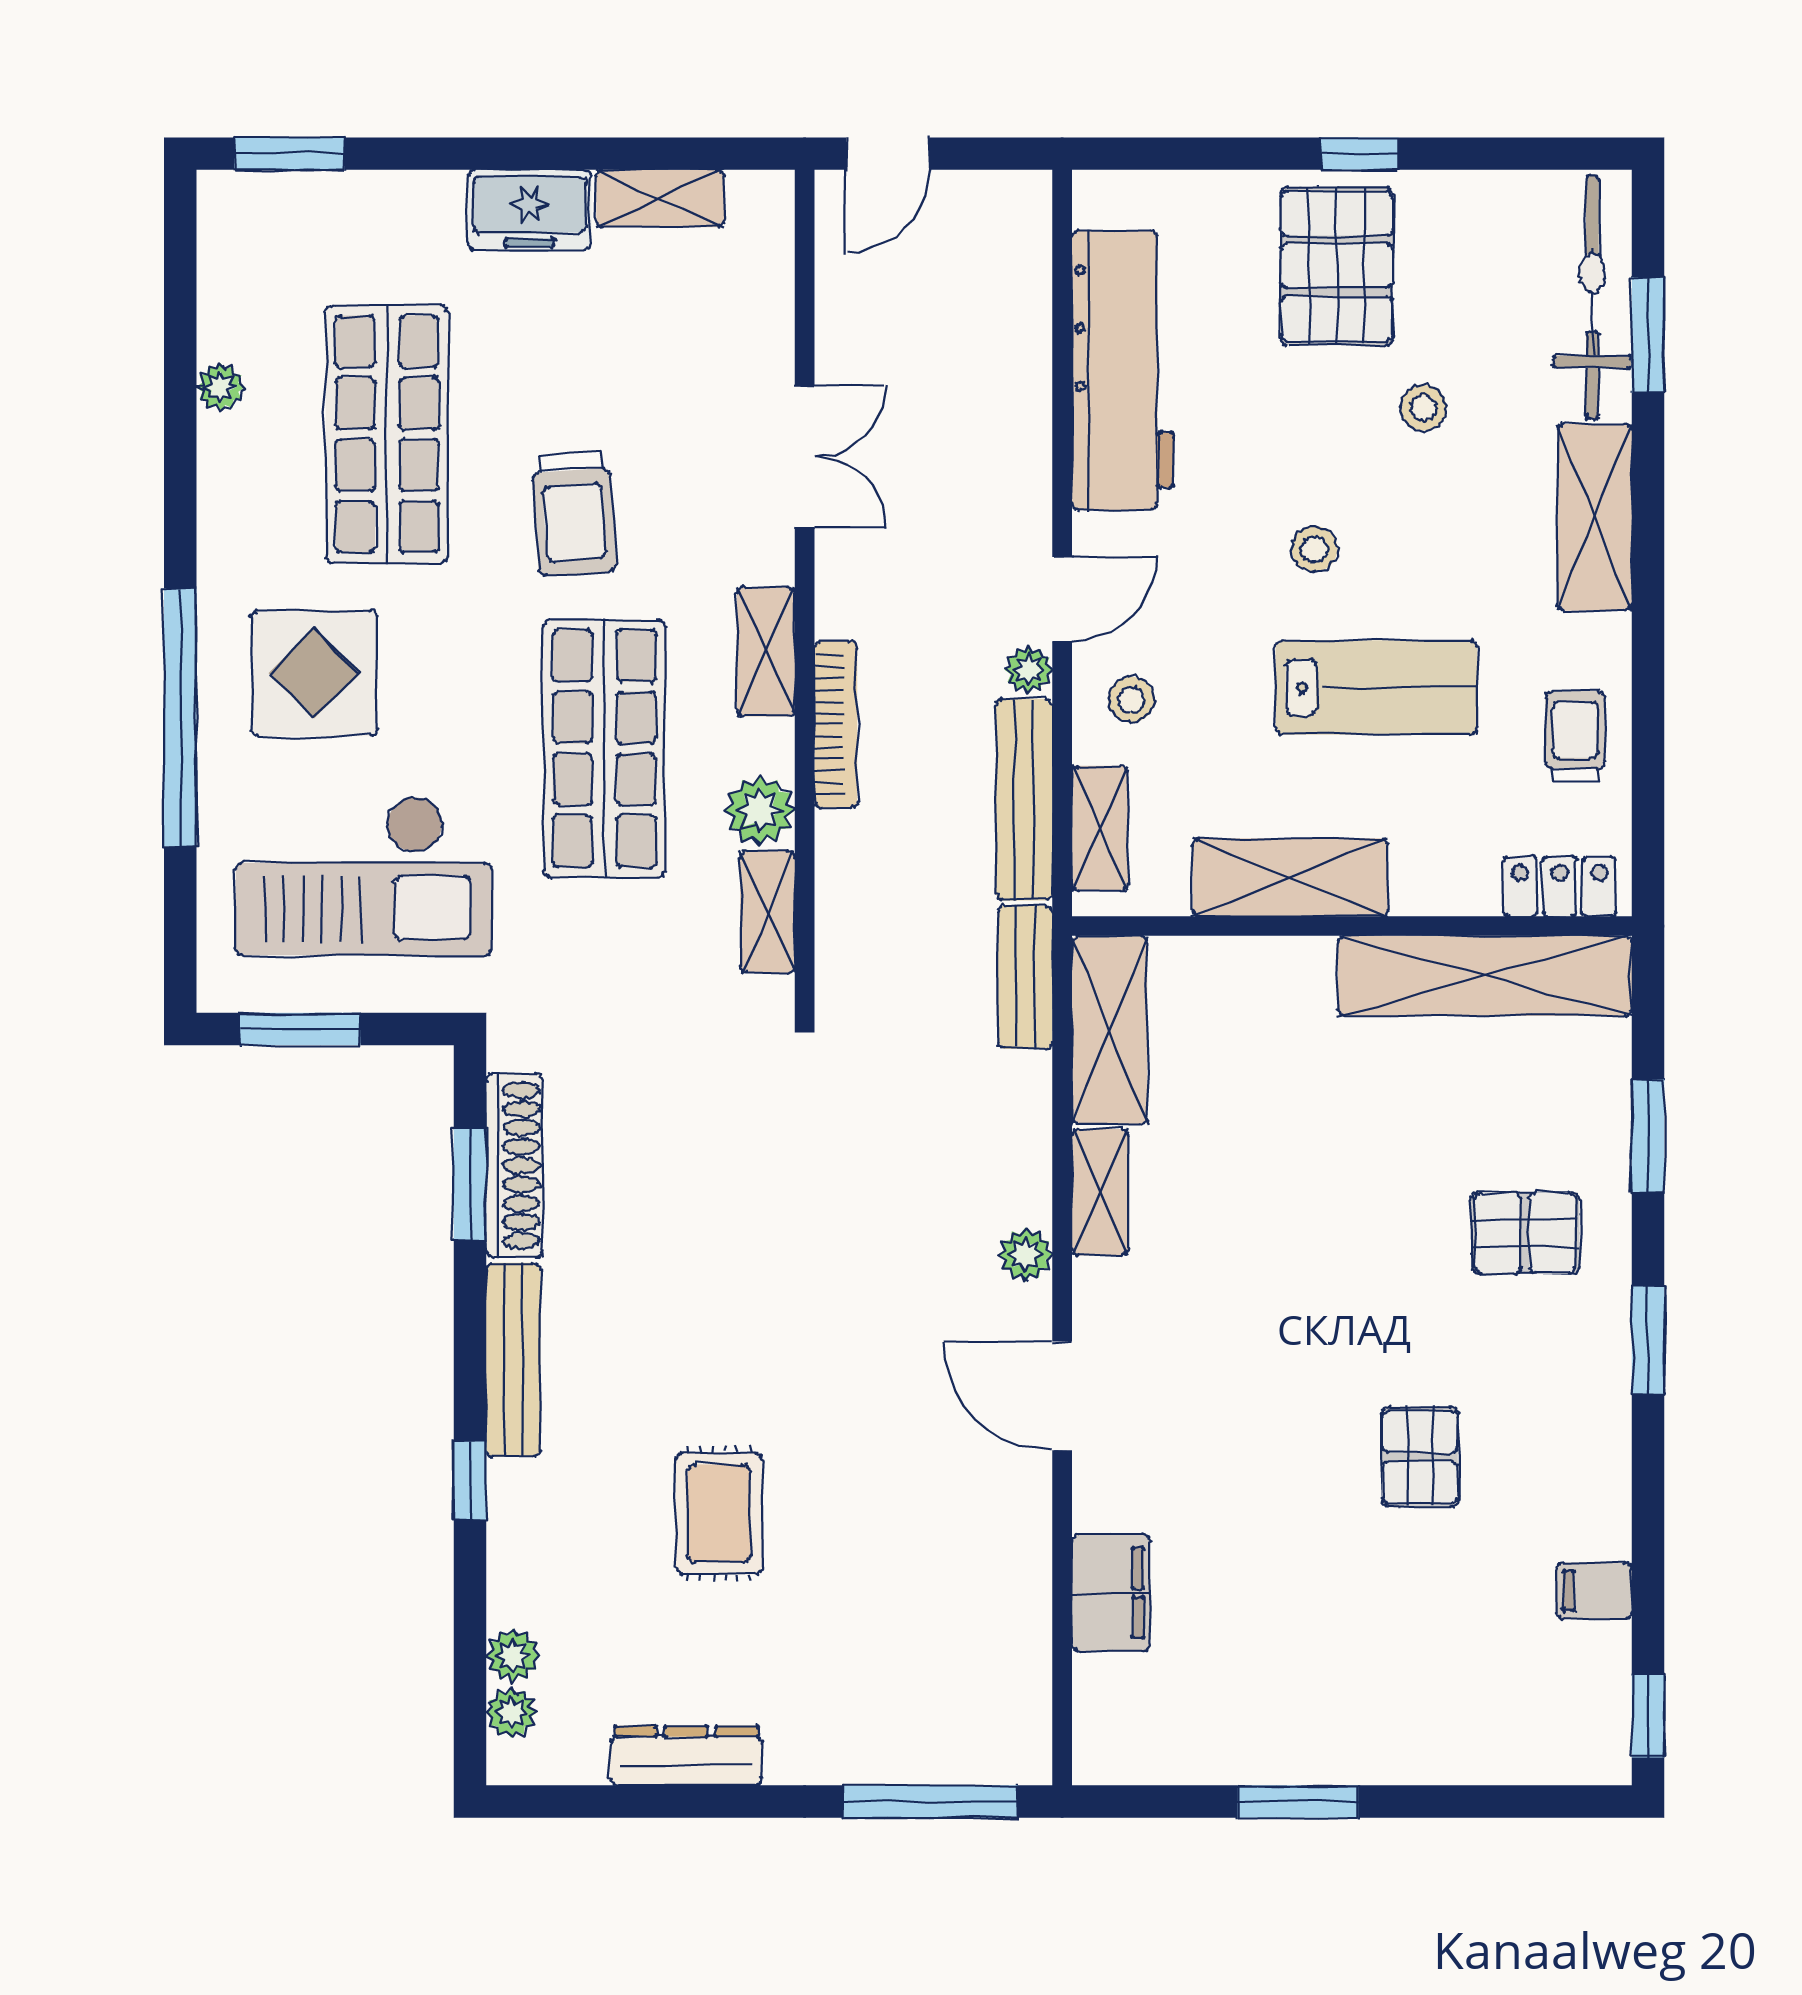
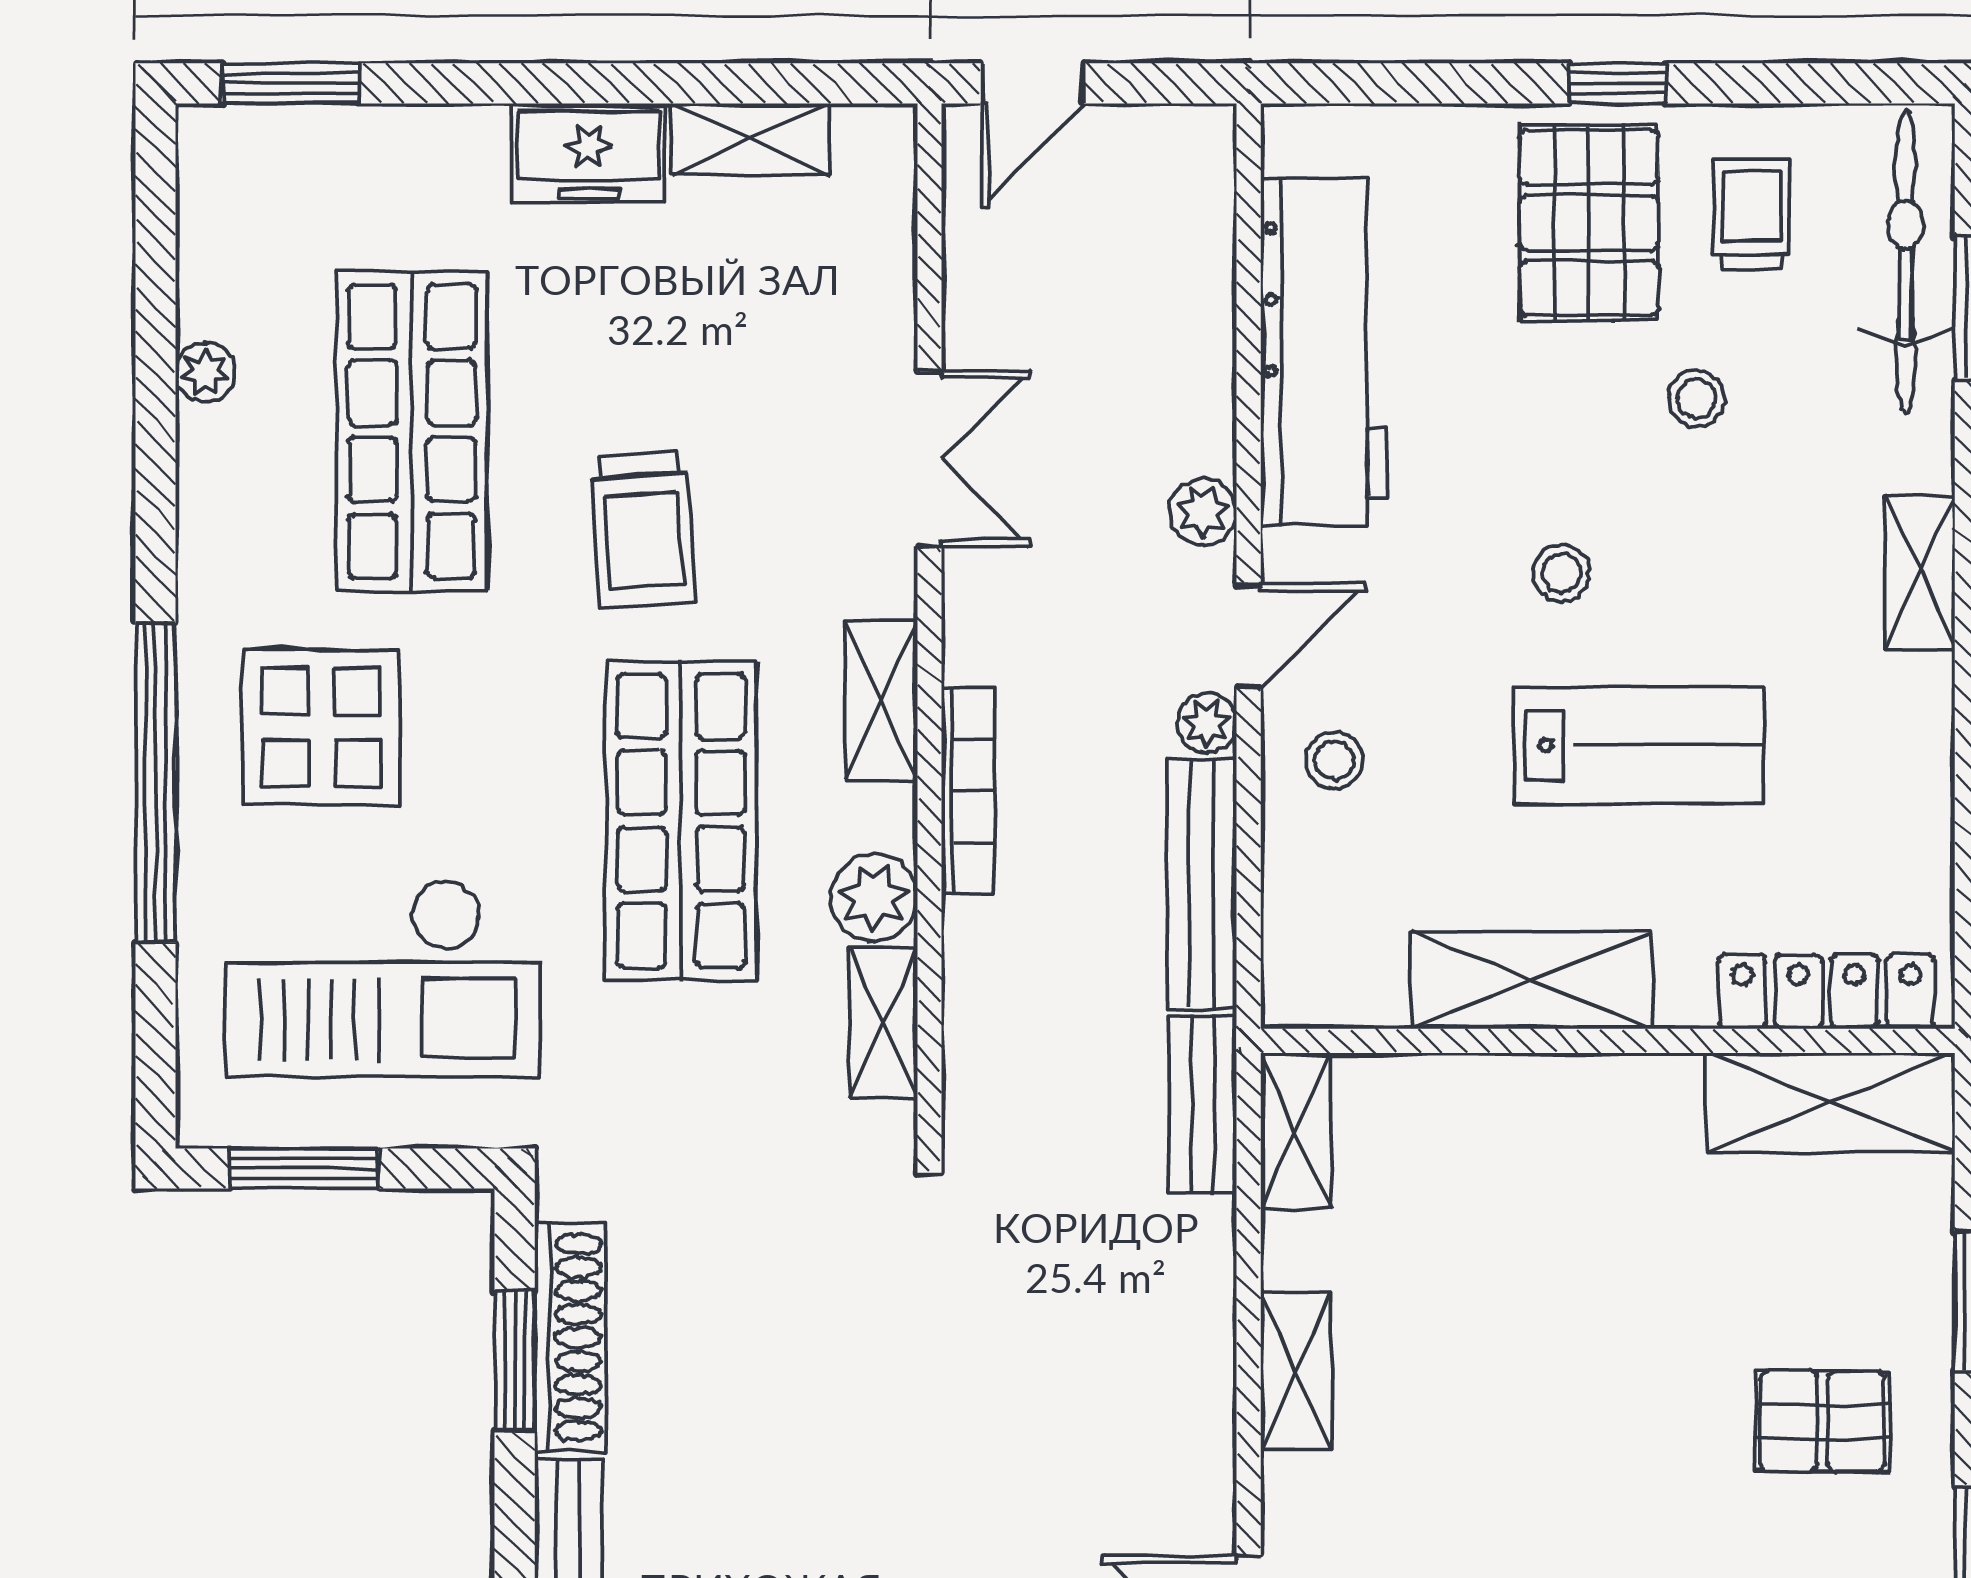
shelving: (1595, 517) -> (1920, 573), width x0.67, depth x0.75
trolley: (1575, 736) -> (1752, 214), moved
shelving: (1100, 828) -> (1296, 920), removed
locker: (1559, 886) -> (1826, 992), width x1.53
shelving: (1485, 976) -> (1831, 1103), width x0.68
shelving: (1109, 1030) -> (1296, 1131), width x0.67, depth x0.75
plant: (1025, 1255) -> (1203, 512), moved

